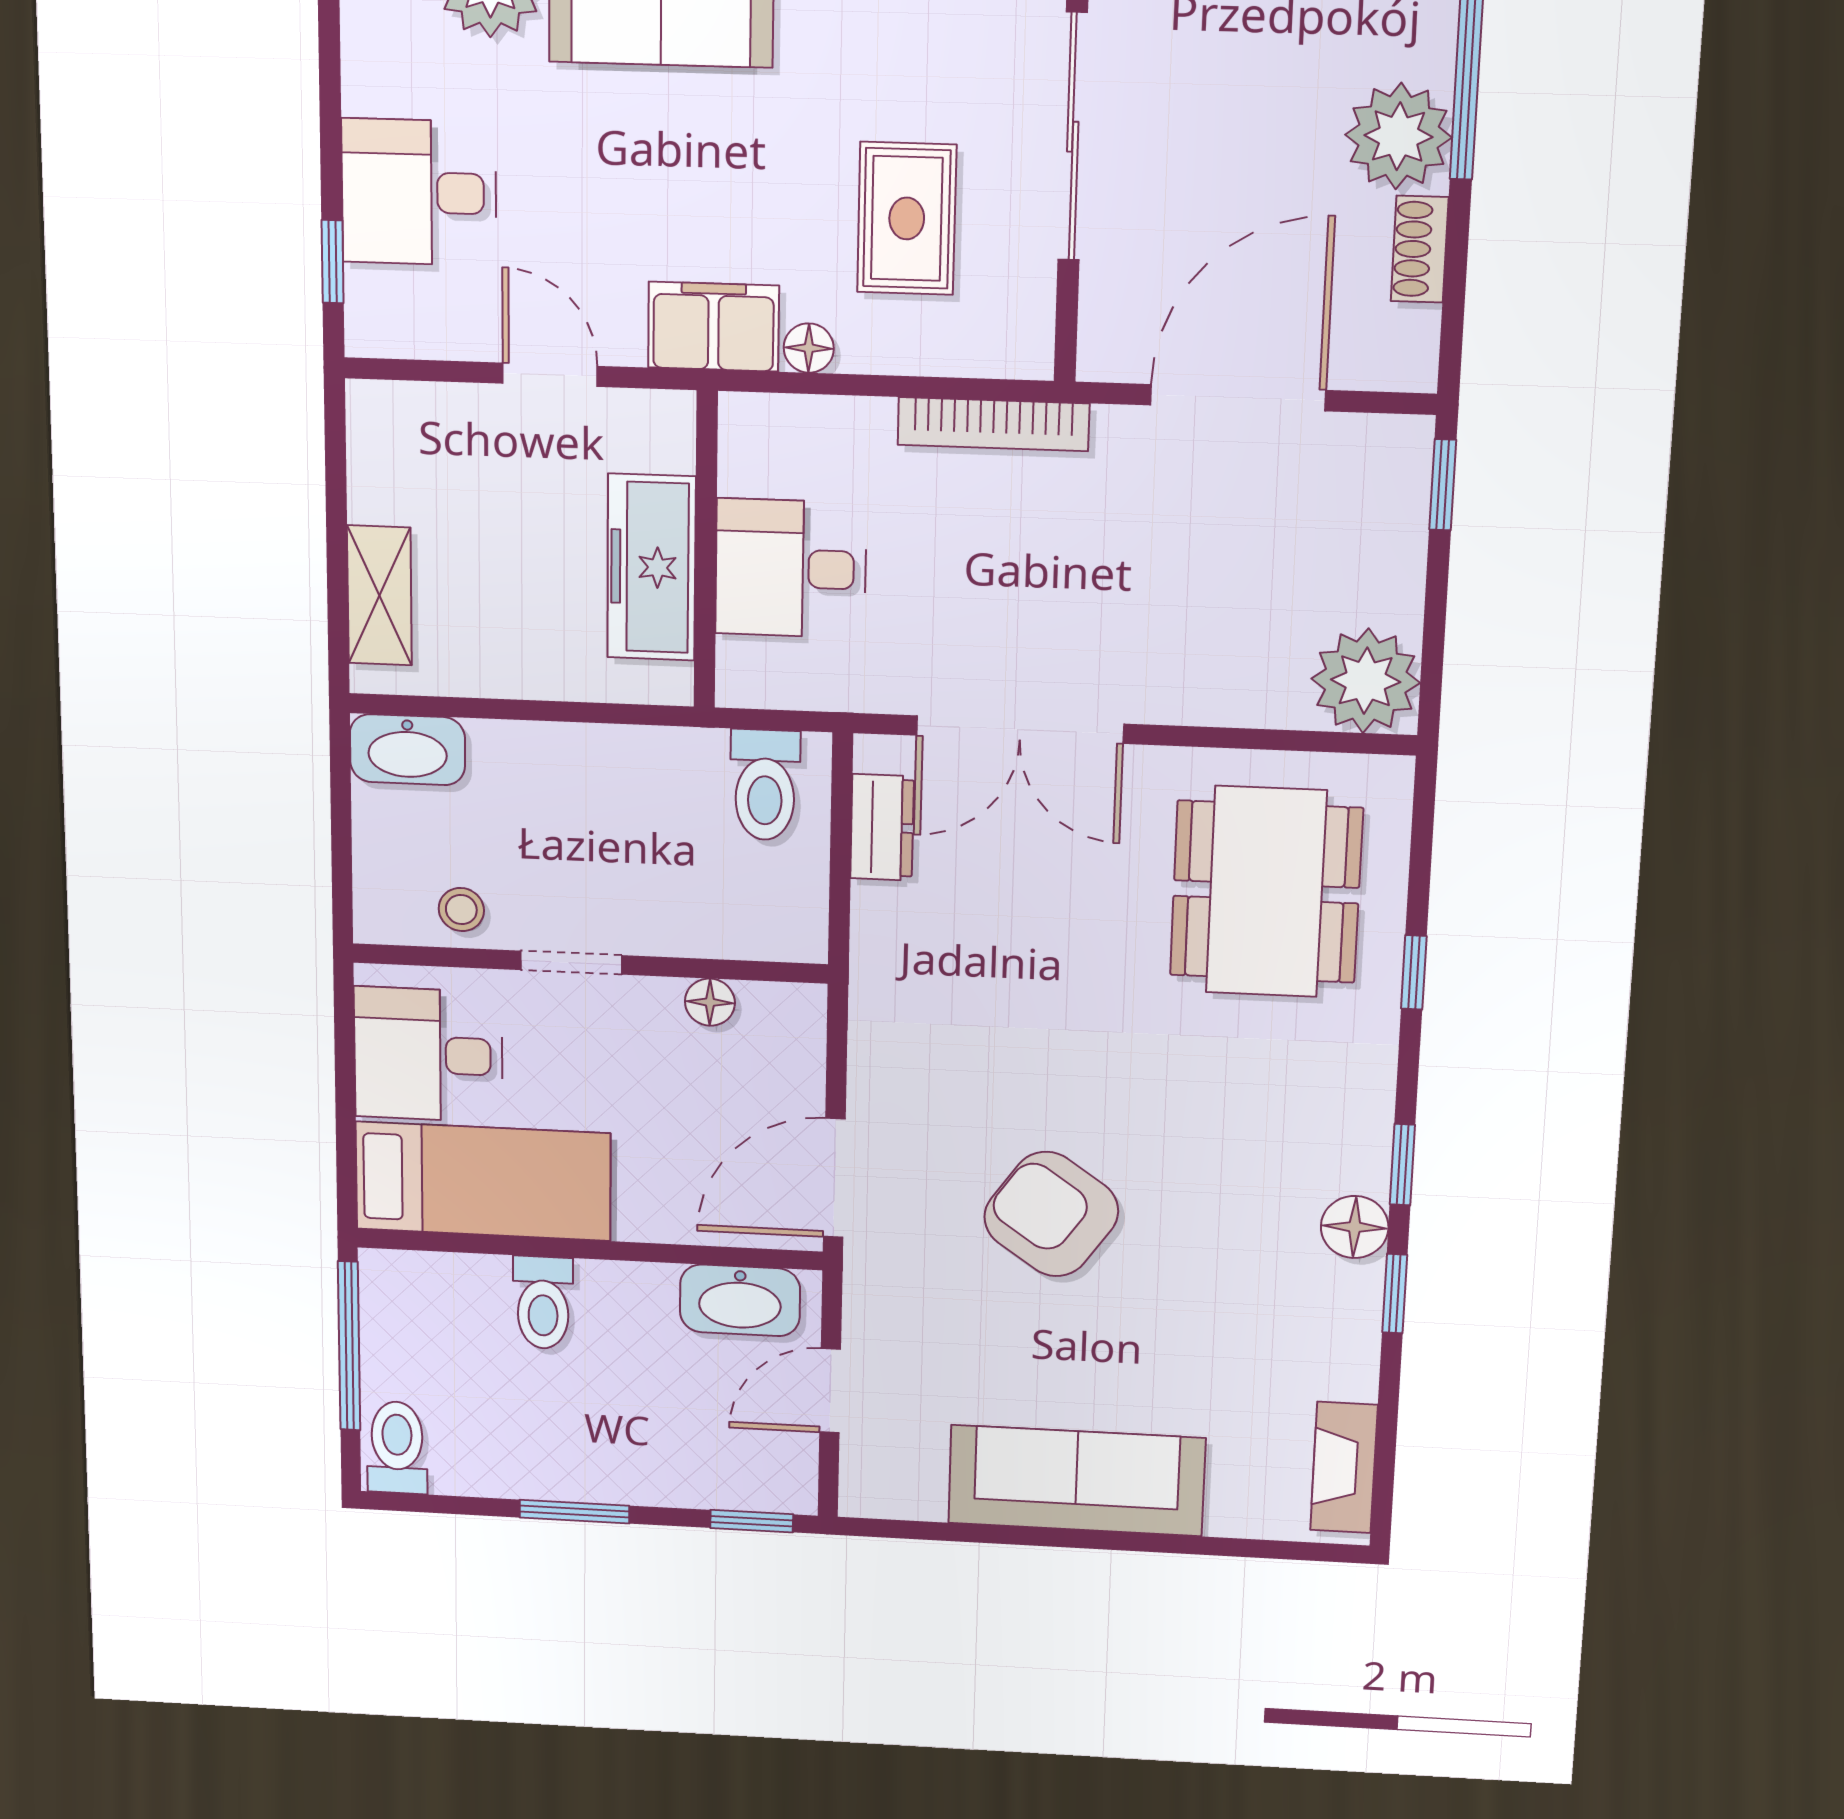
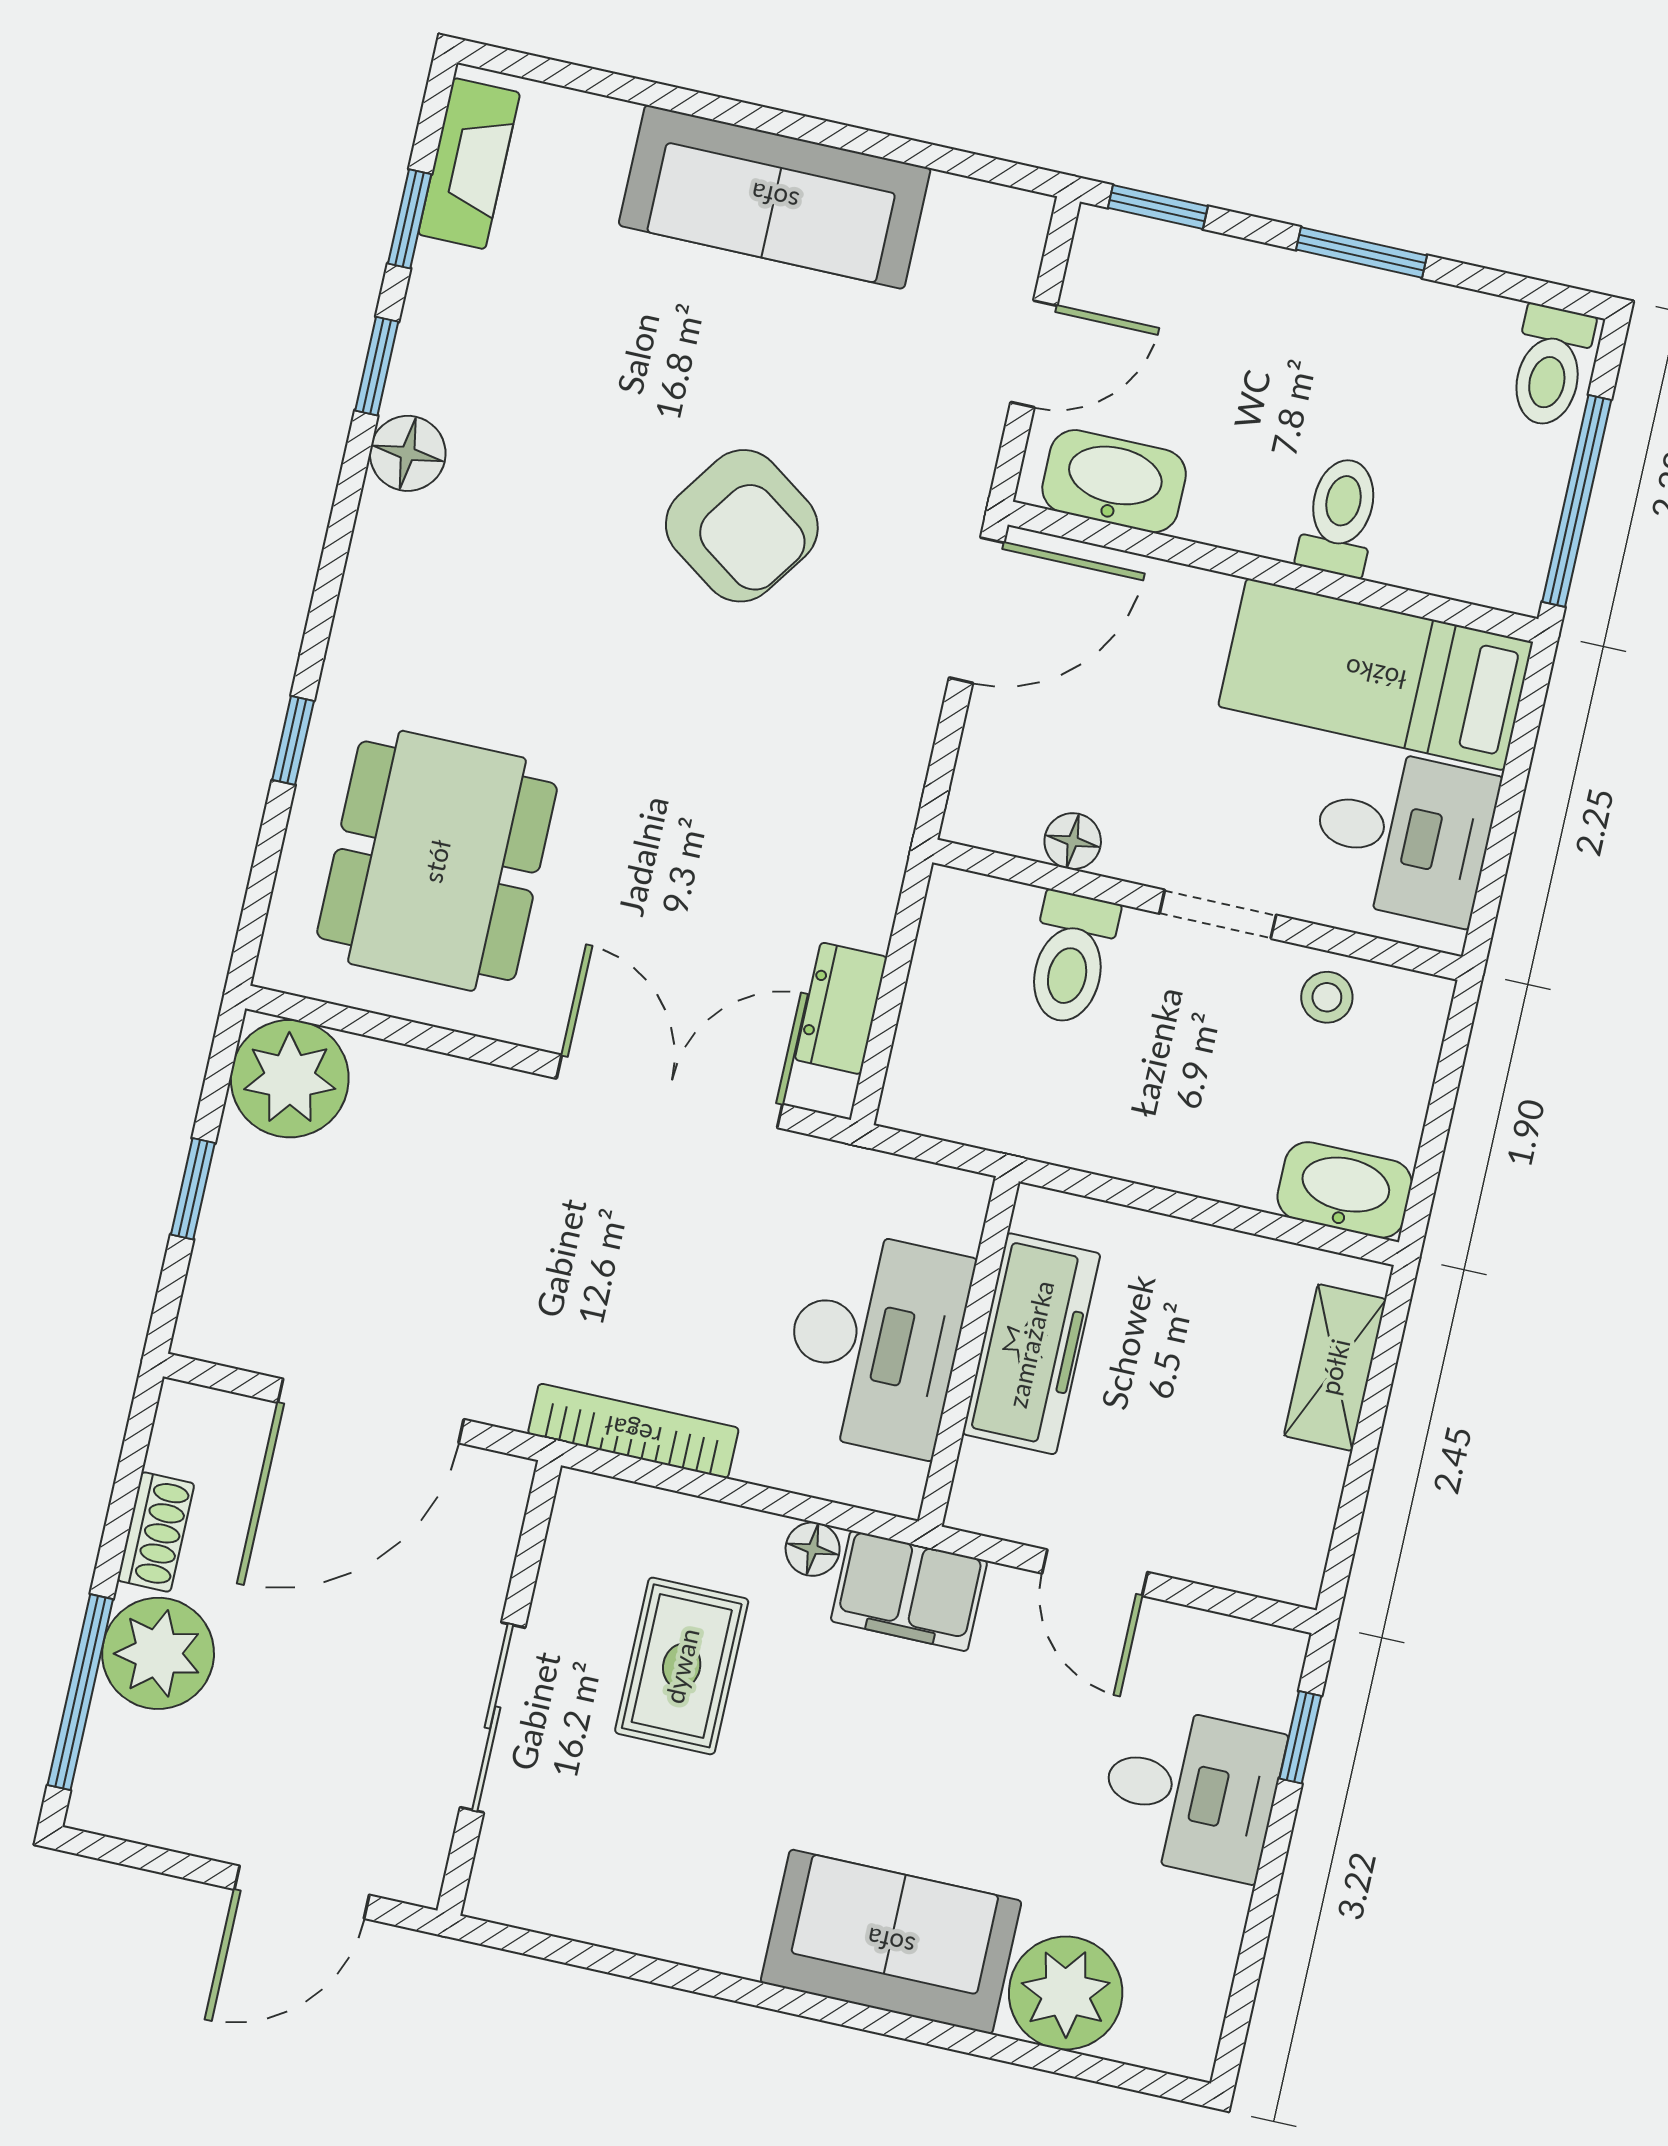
sliding door: (1073, 137) -> (493, 1718), width x0.73
window: (1443, 485) -> (193, 1189), moved
desk: (791, 568) -> (875, 1343), width x1.37
toilet: (765, 785) -> (1071, 958), moved, turned 180
window: (1402, 1165) -> (410, 219), moved

